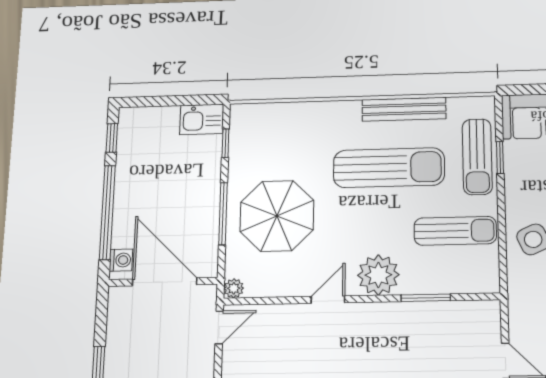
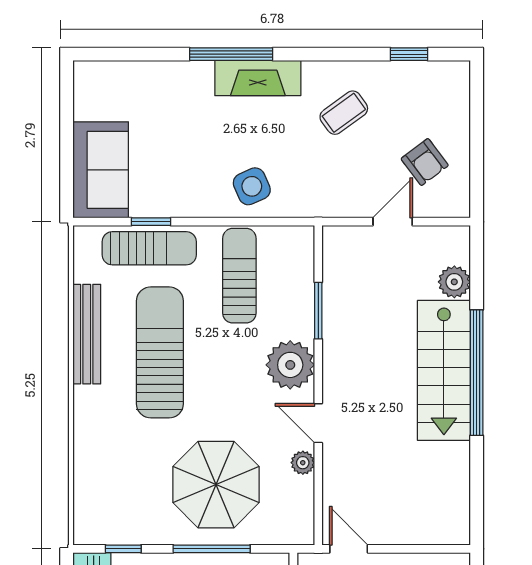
plant: (234, 288) -> (303, 463), moved

